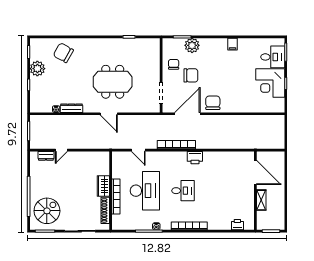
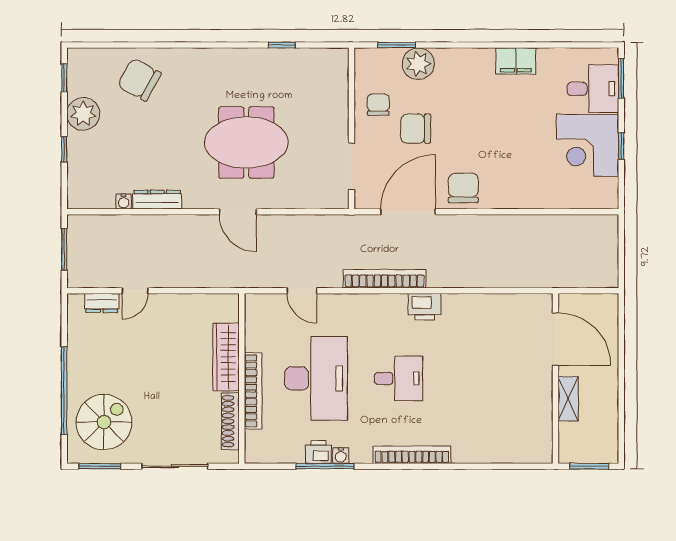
filing cabinet: (233, 44) -> (516, 61), width x2.00
chair: (191, 75) -> (416, 129), turned 180
wardrobe: (103, 186) -> (226, 357), width x1.50
printer: (237, 225) -> (318, 452), moved

